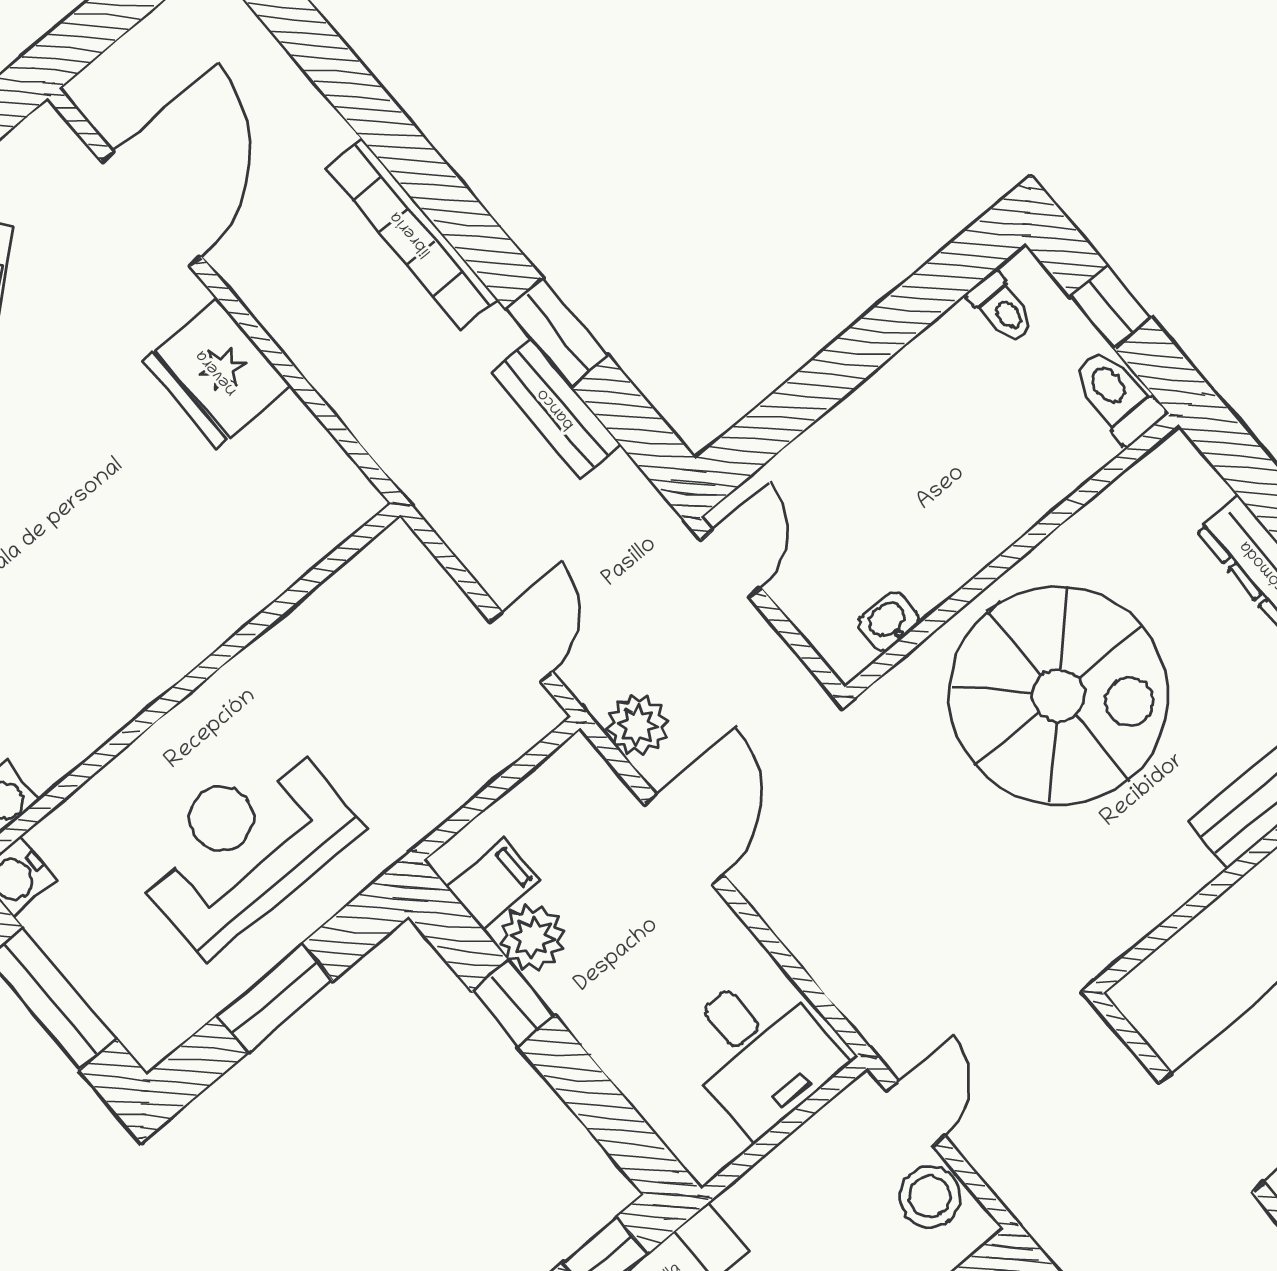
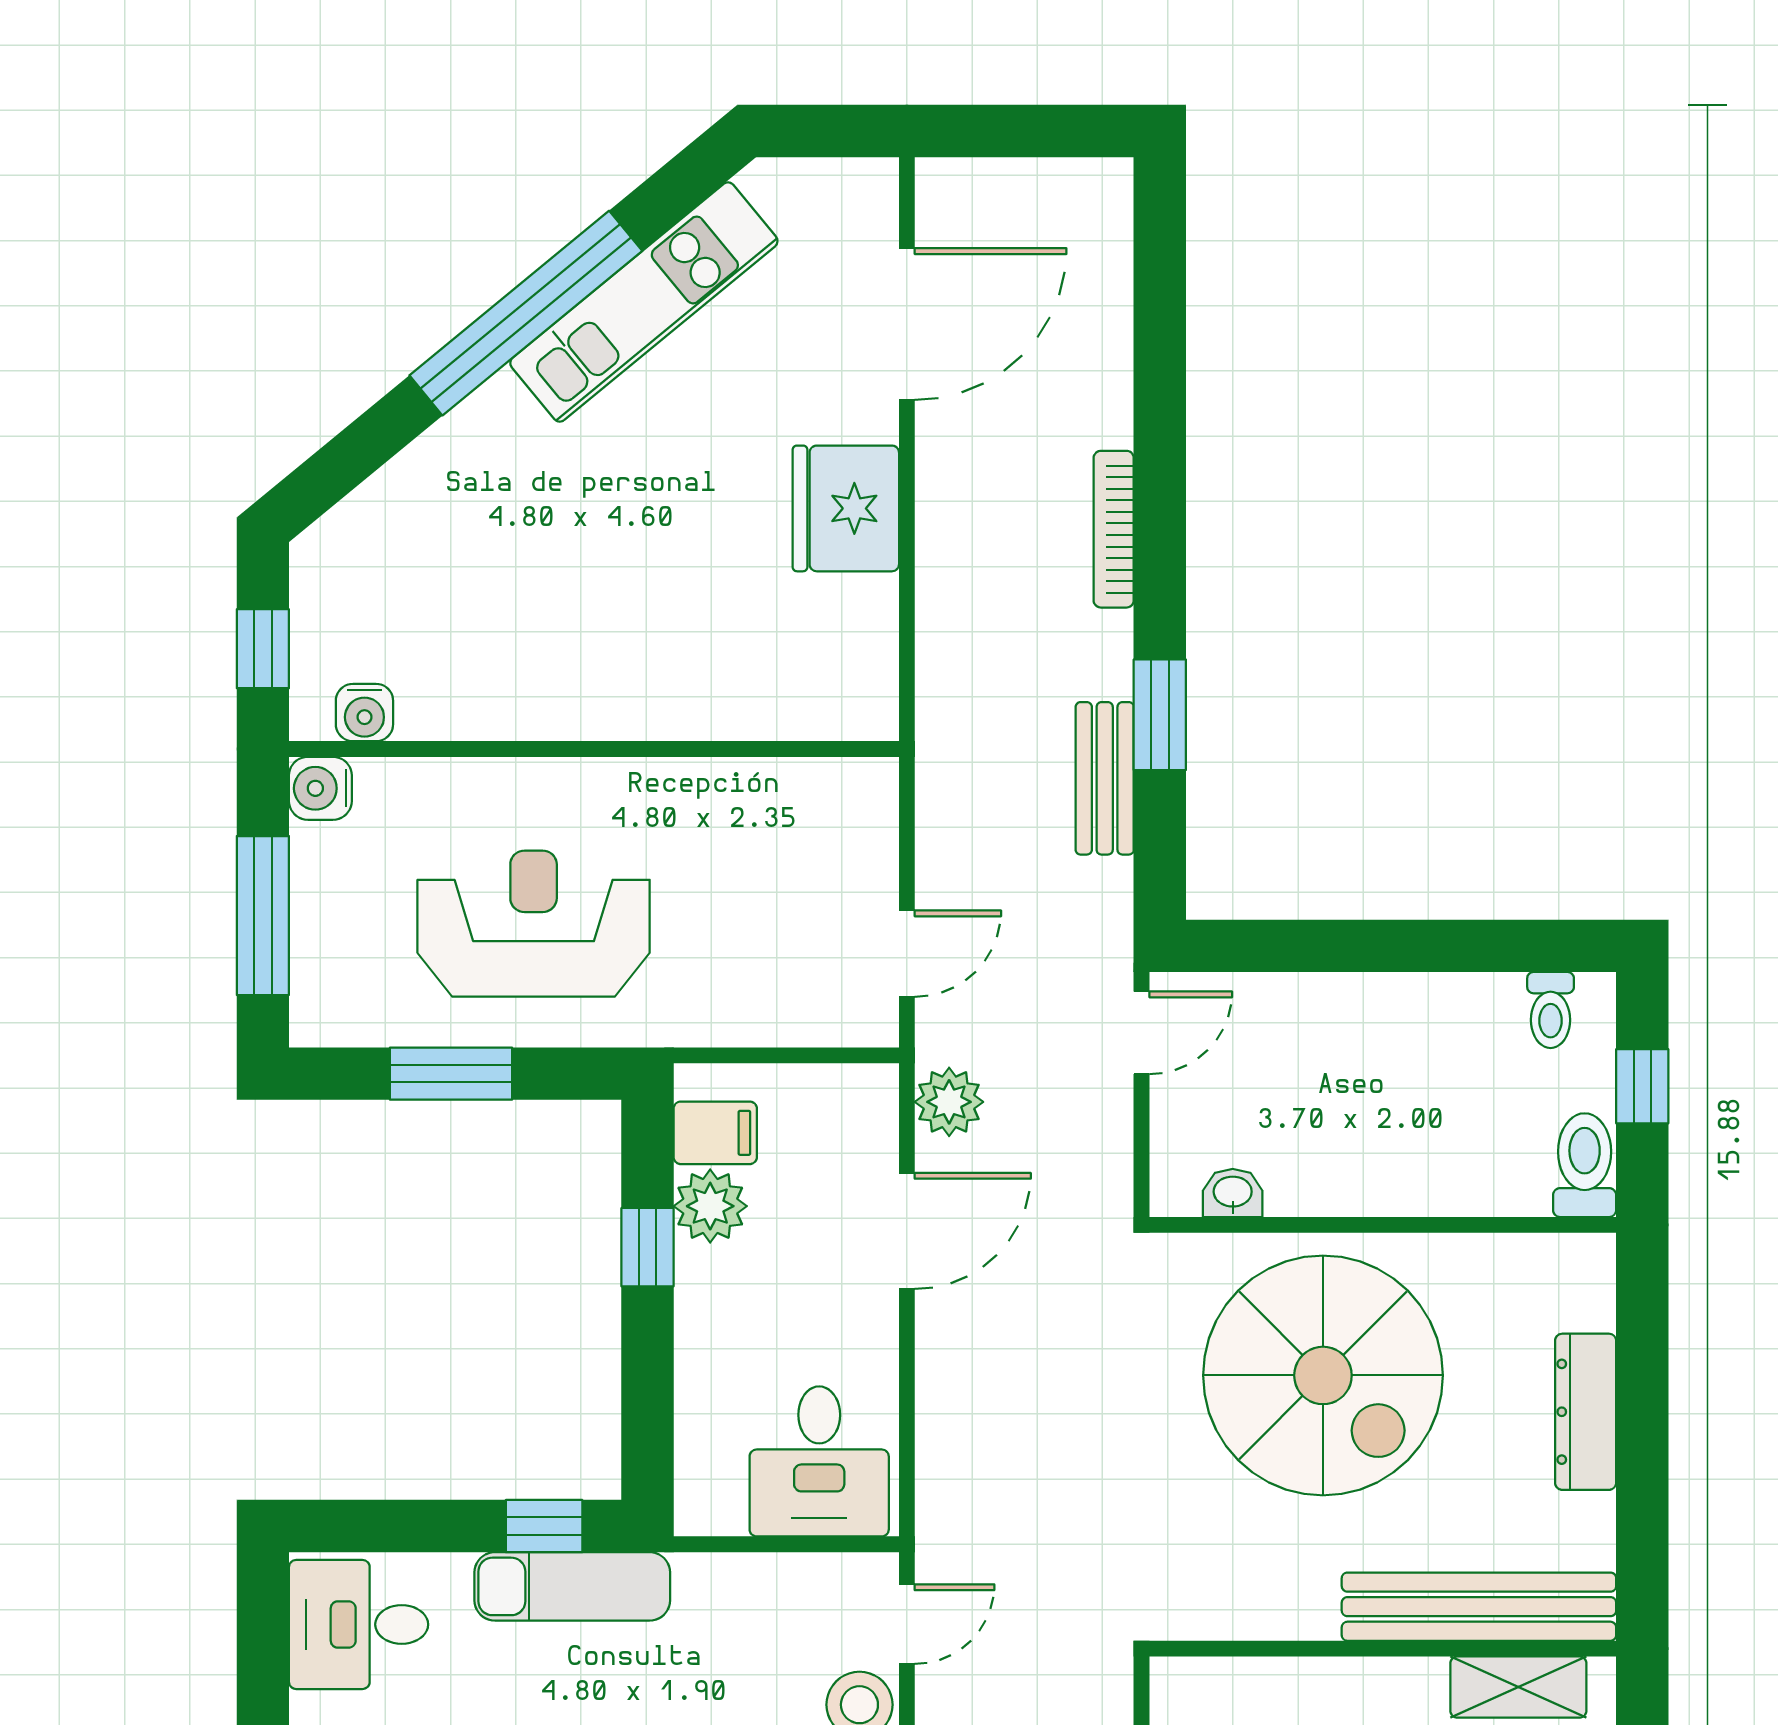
bookcase: (411, 234) -> (1114, 529), width x0.68, depth x0.76

